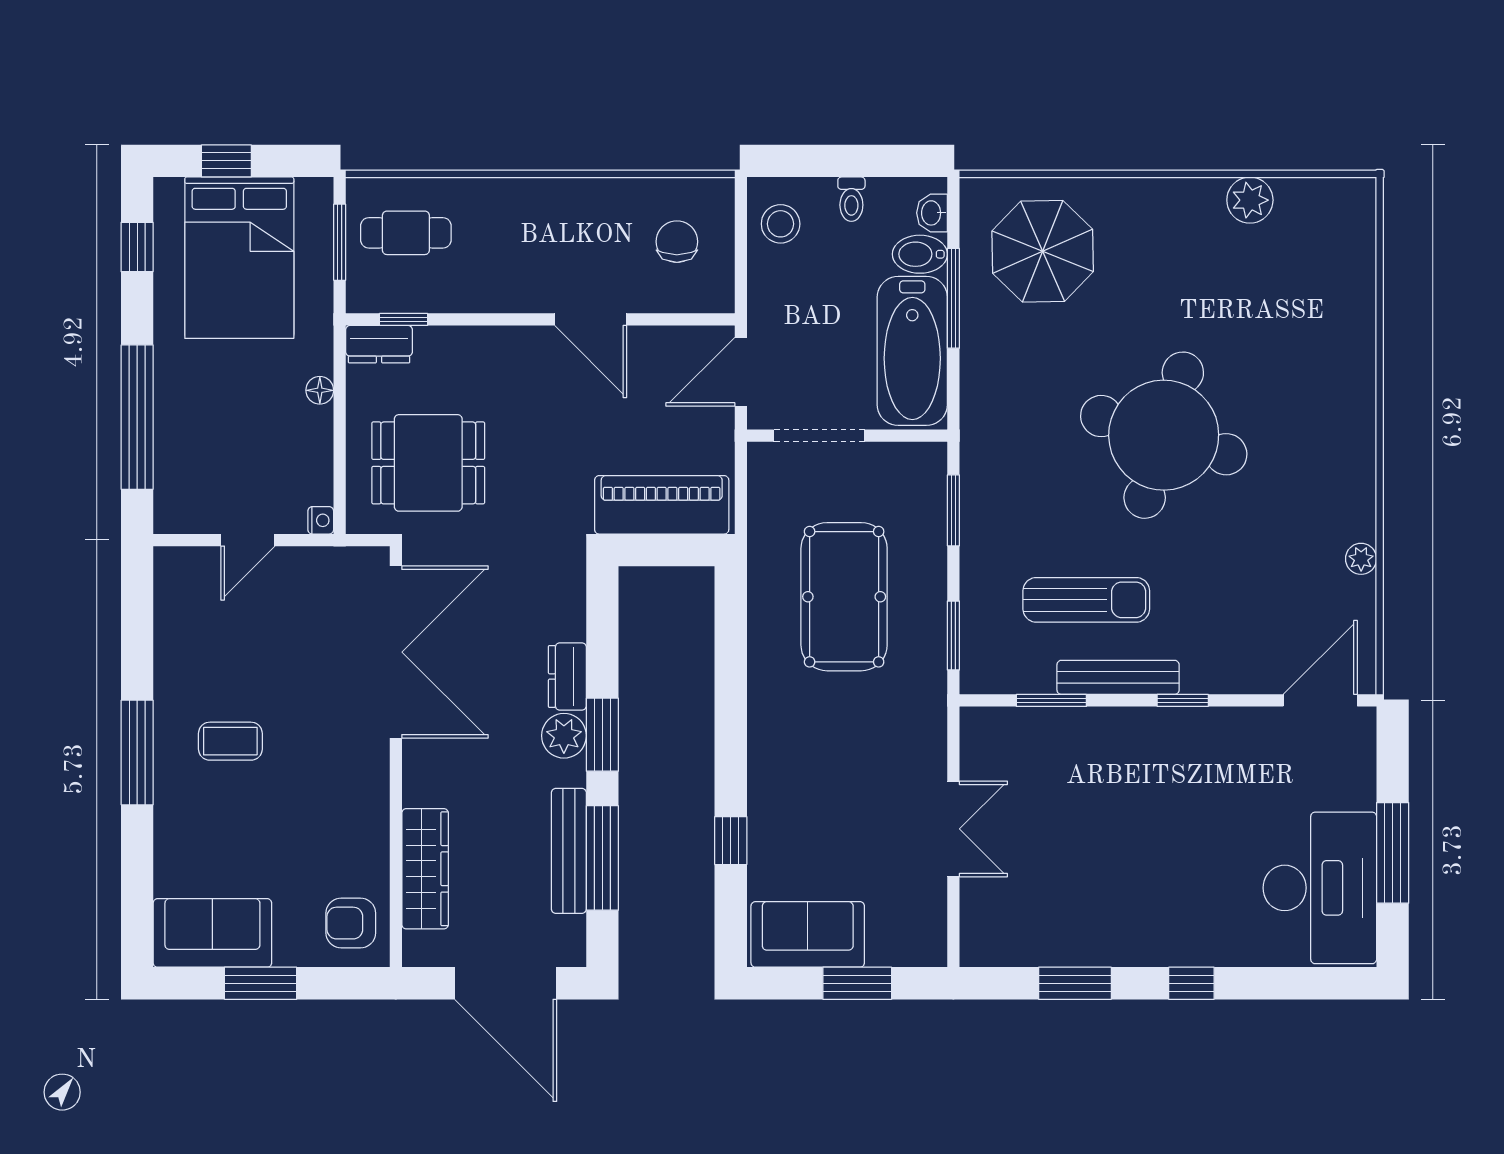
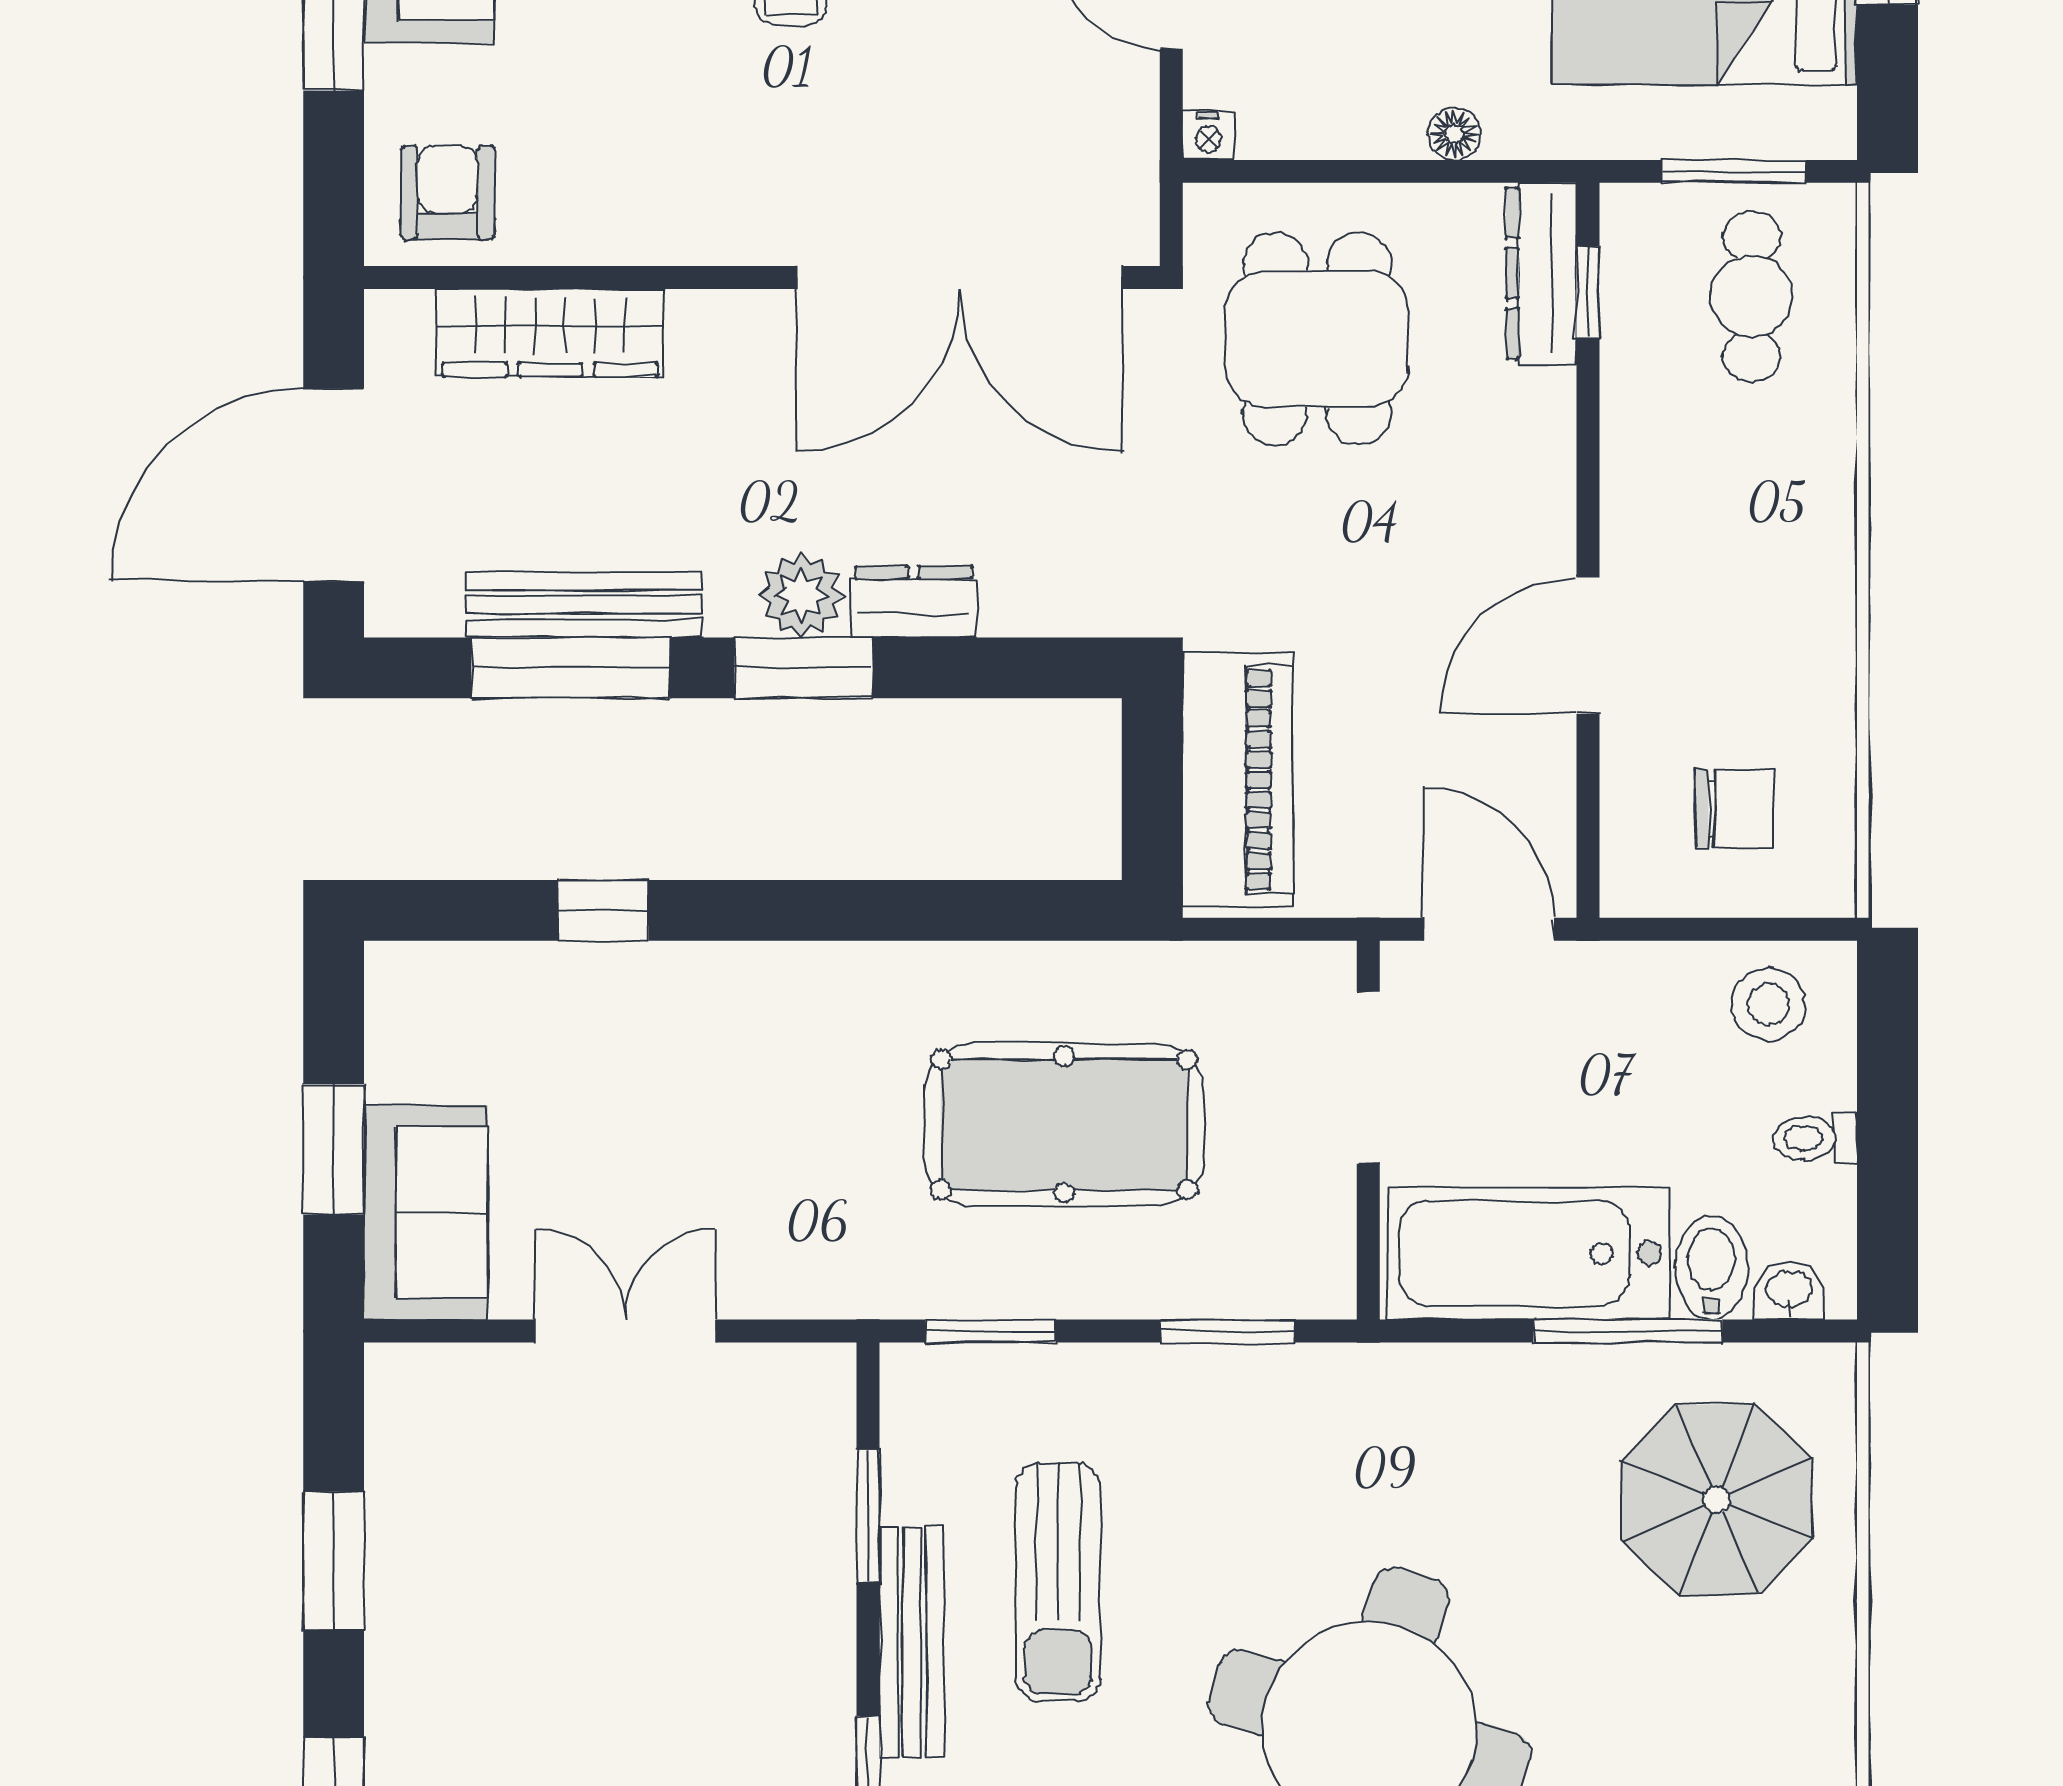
dresser: (379, 344) -> (1541, 273), width x1.44
double door: (953, 829) -> (625, 1331), swing flipped
sofa: (808, 934) -> (426, 1212), moved

